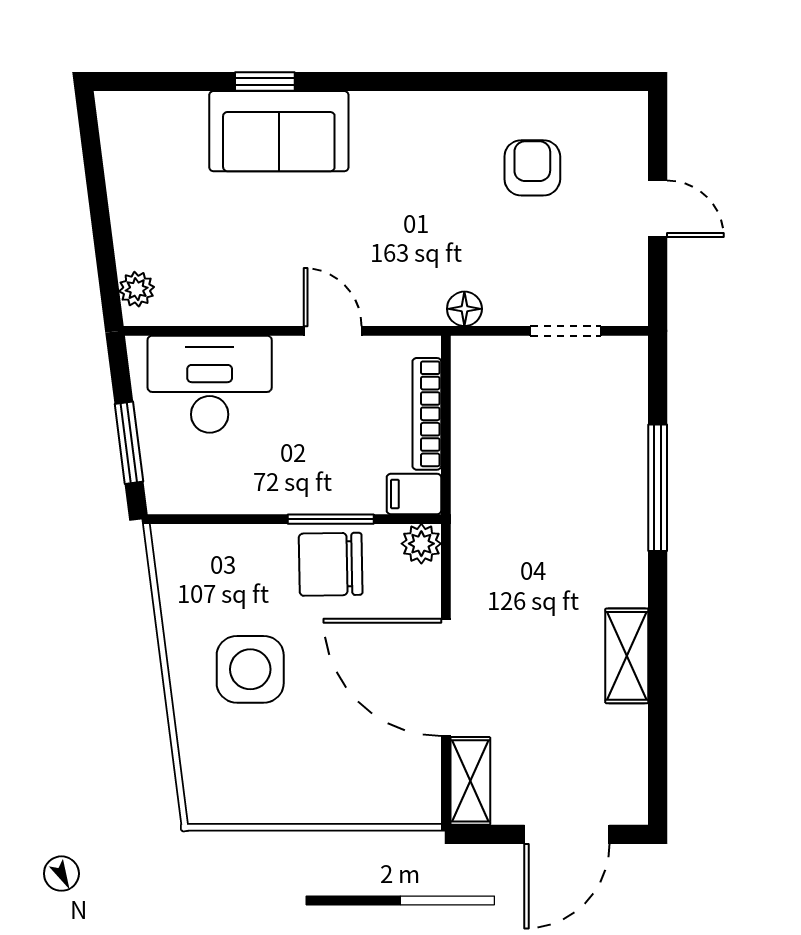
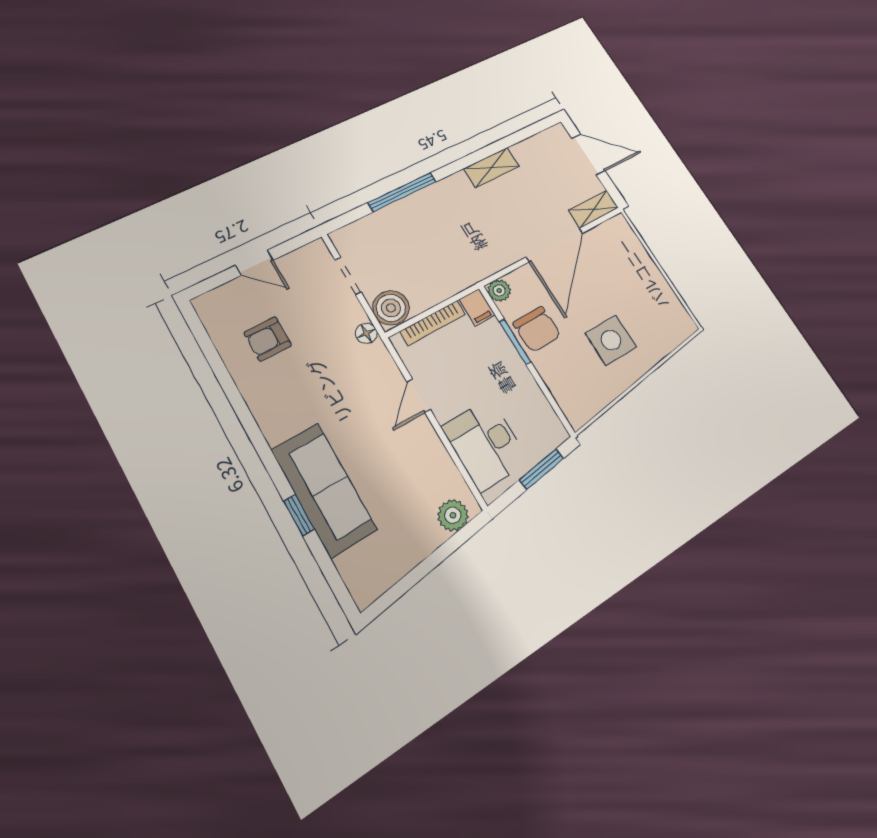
sofa: (279, 131) -> (324, 490), width x1.36
door: (658, 209) -> (254, 263), swing flipped
plant: (137, 289) -> (453, 515), width x1.38, depth x1.38
boiler: (483, 366) -> (391, 308), added

